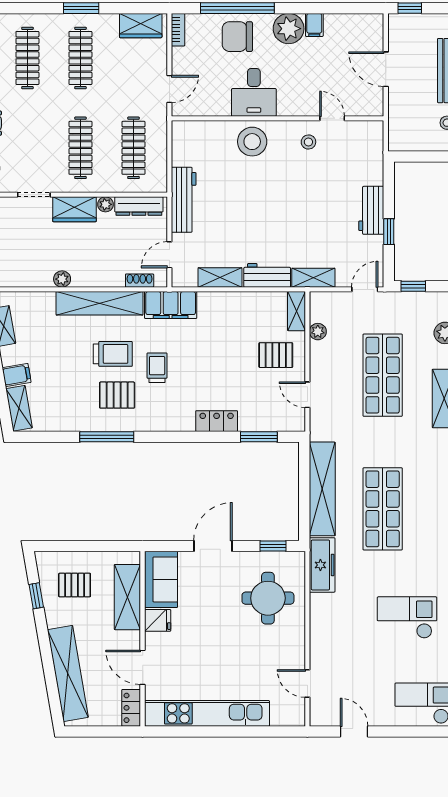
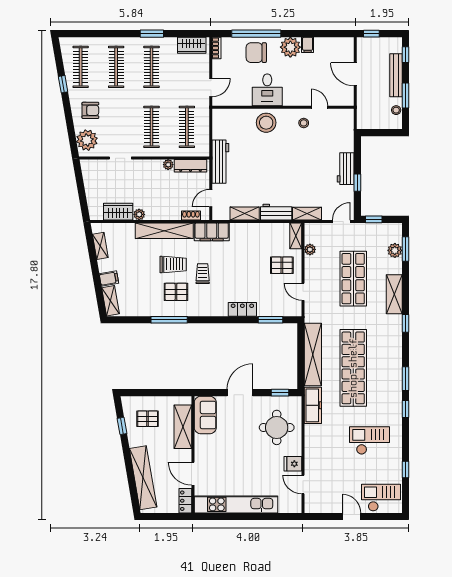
wardrobe: (74, 209) -> (118, 212), moved, turned 180
shop shelf: (383, 509) -> (353, 368), width x1.40
fridge: (158, 620) -> (293, 464), moved, turned 180
door: (354, 731) -> (352, 516), moved

